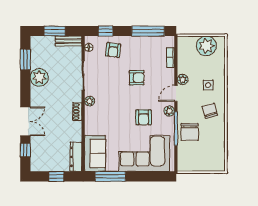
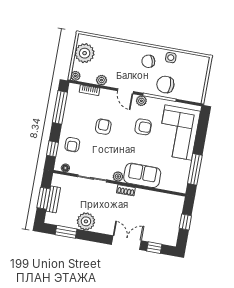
bench: (69, 41) -> (53, 199), moved
plant: (182, 41) -> (75, 76), added
armchair: (113, 50) -> (72, 145), turned 83
plant: (183, 80) -> (102, 80), moved
side table: (208, 85) -> (171, 58), moved
chair: (190, 132) -> (165, 85), turned 180
sofa: (95, 153) -> (142, 175), moved
dresser: (76, 157) -> (170, 200), removed

